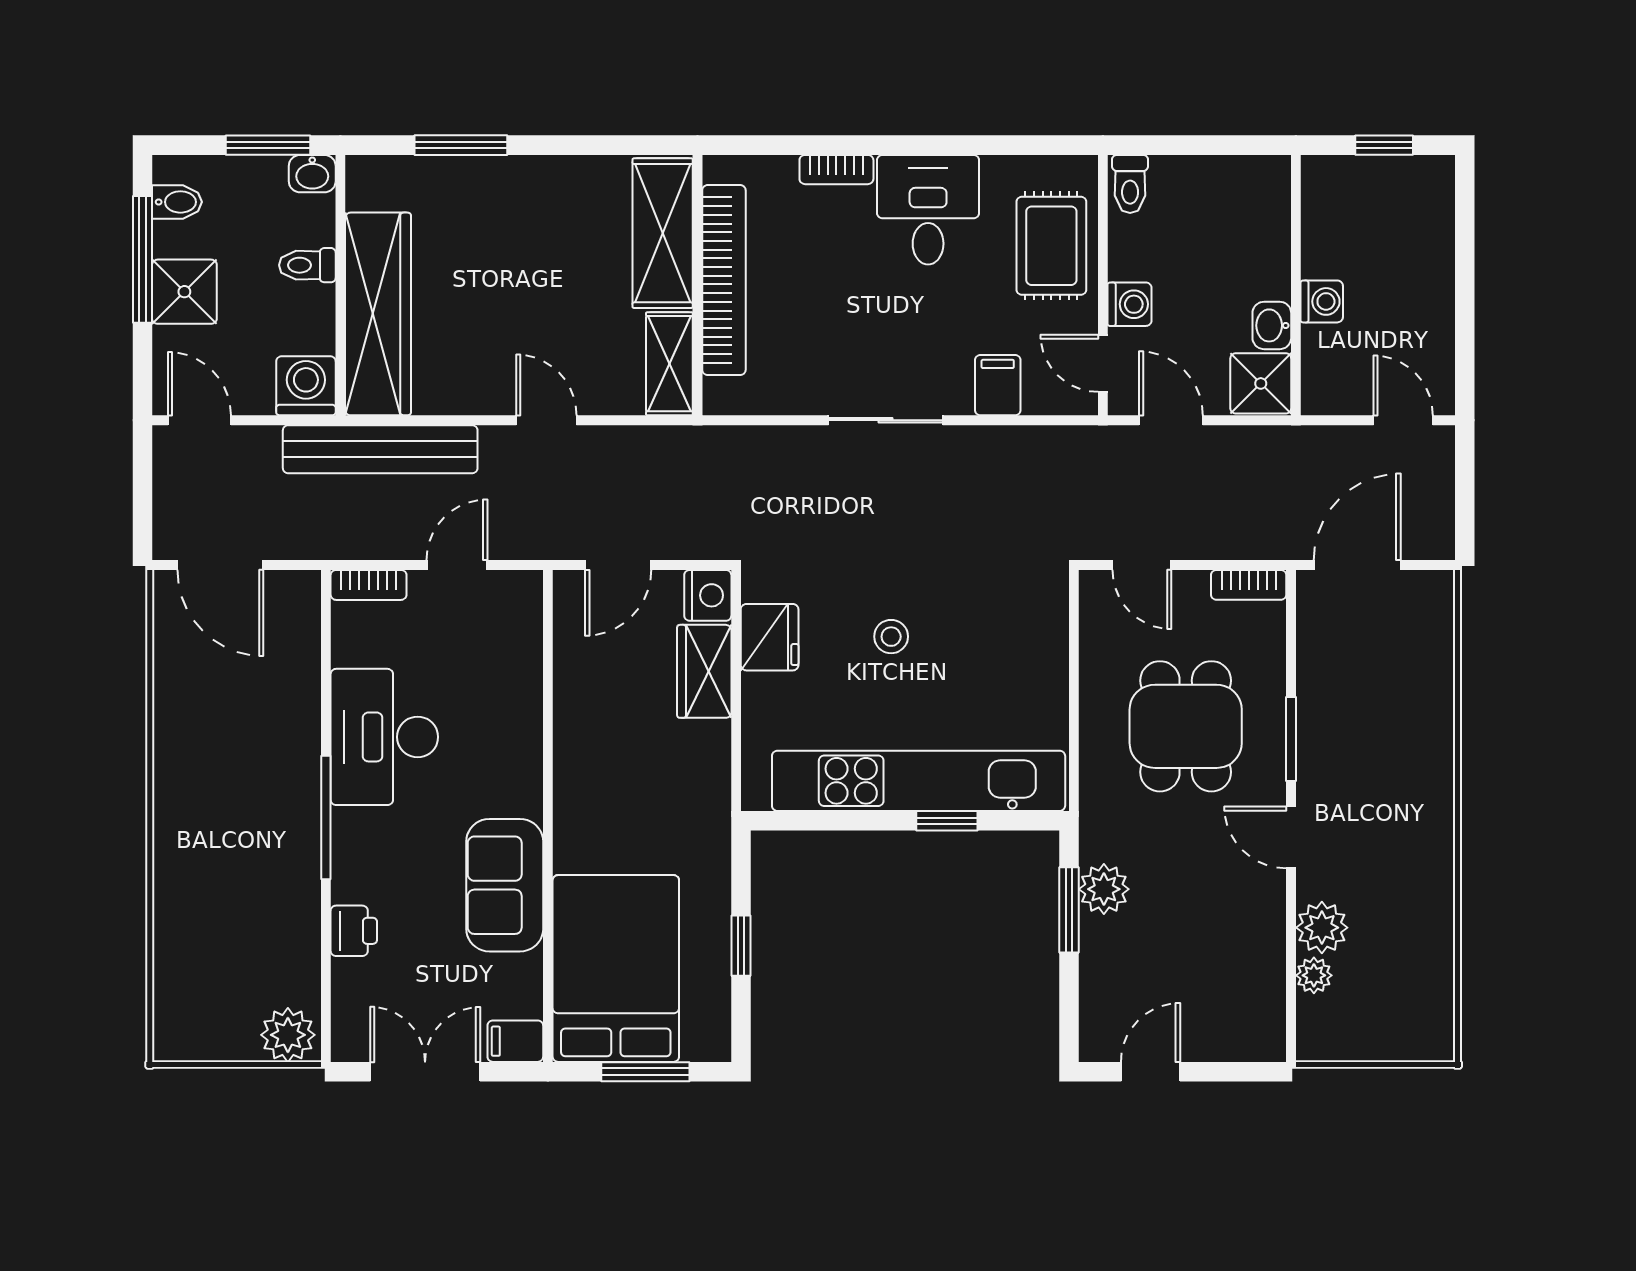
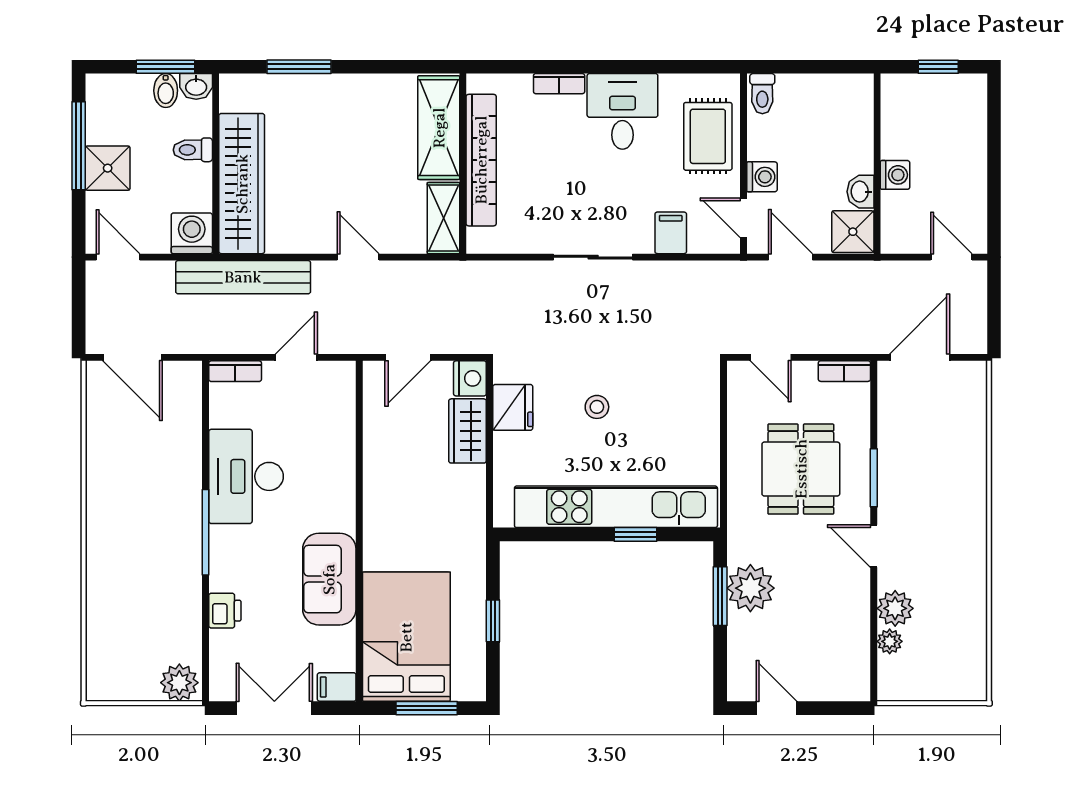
bidet: (177, 202) -> (166, 91), moved, turned 90
plant: (1104, 889) -> (750, 588), width x1.36, depth x1.36
door: (1151, 1072) -> (777, 708), hinge flipped

